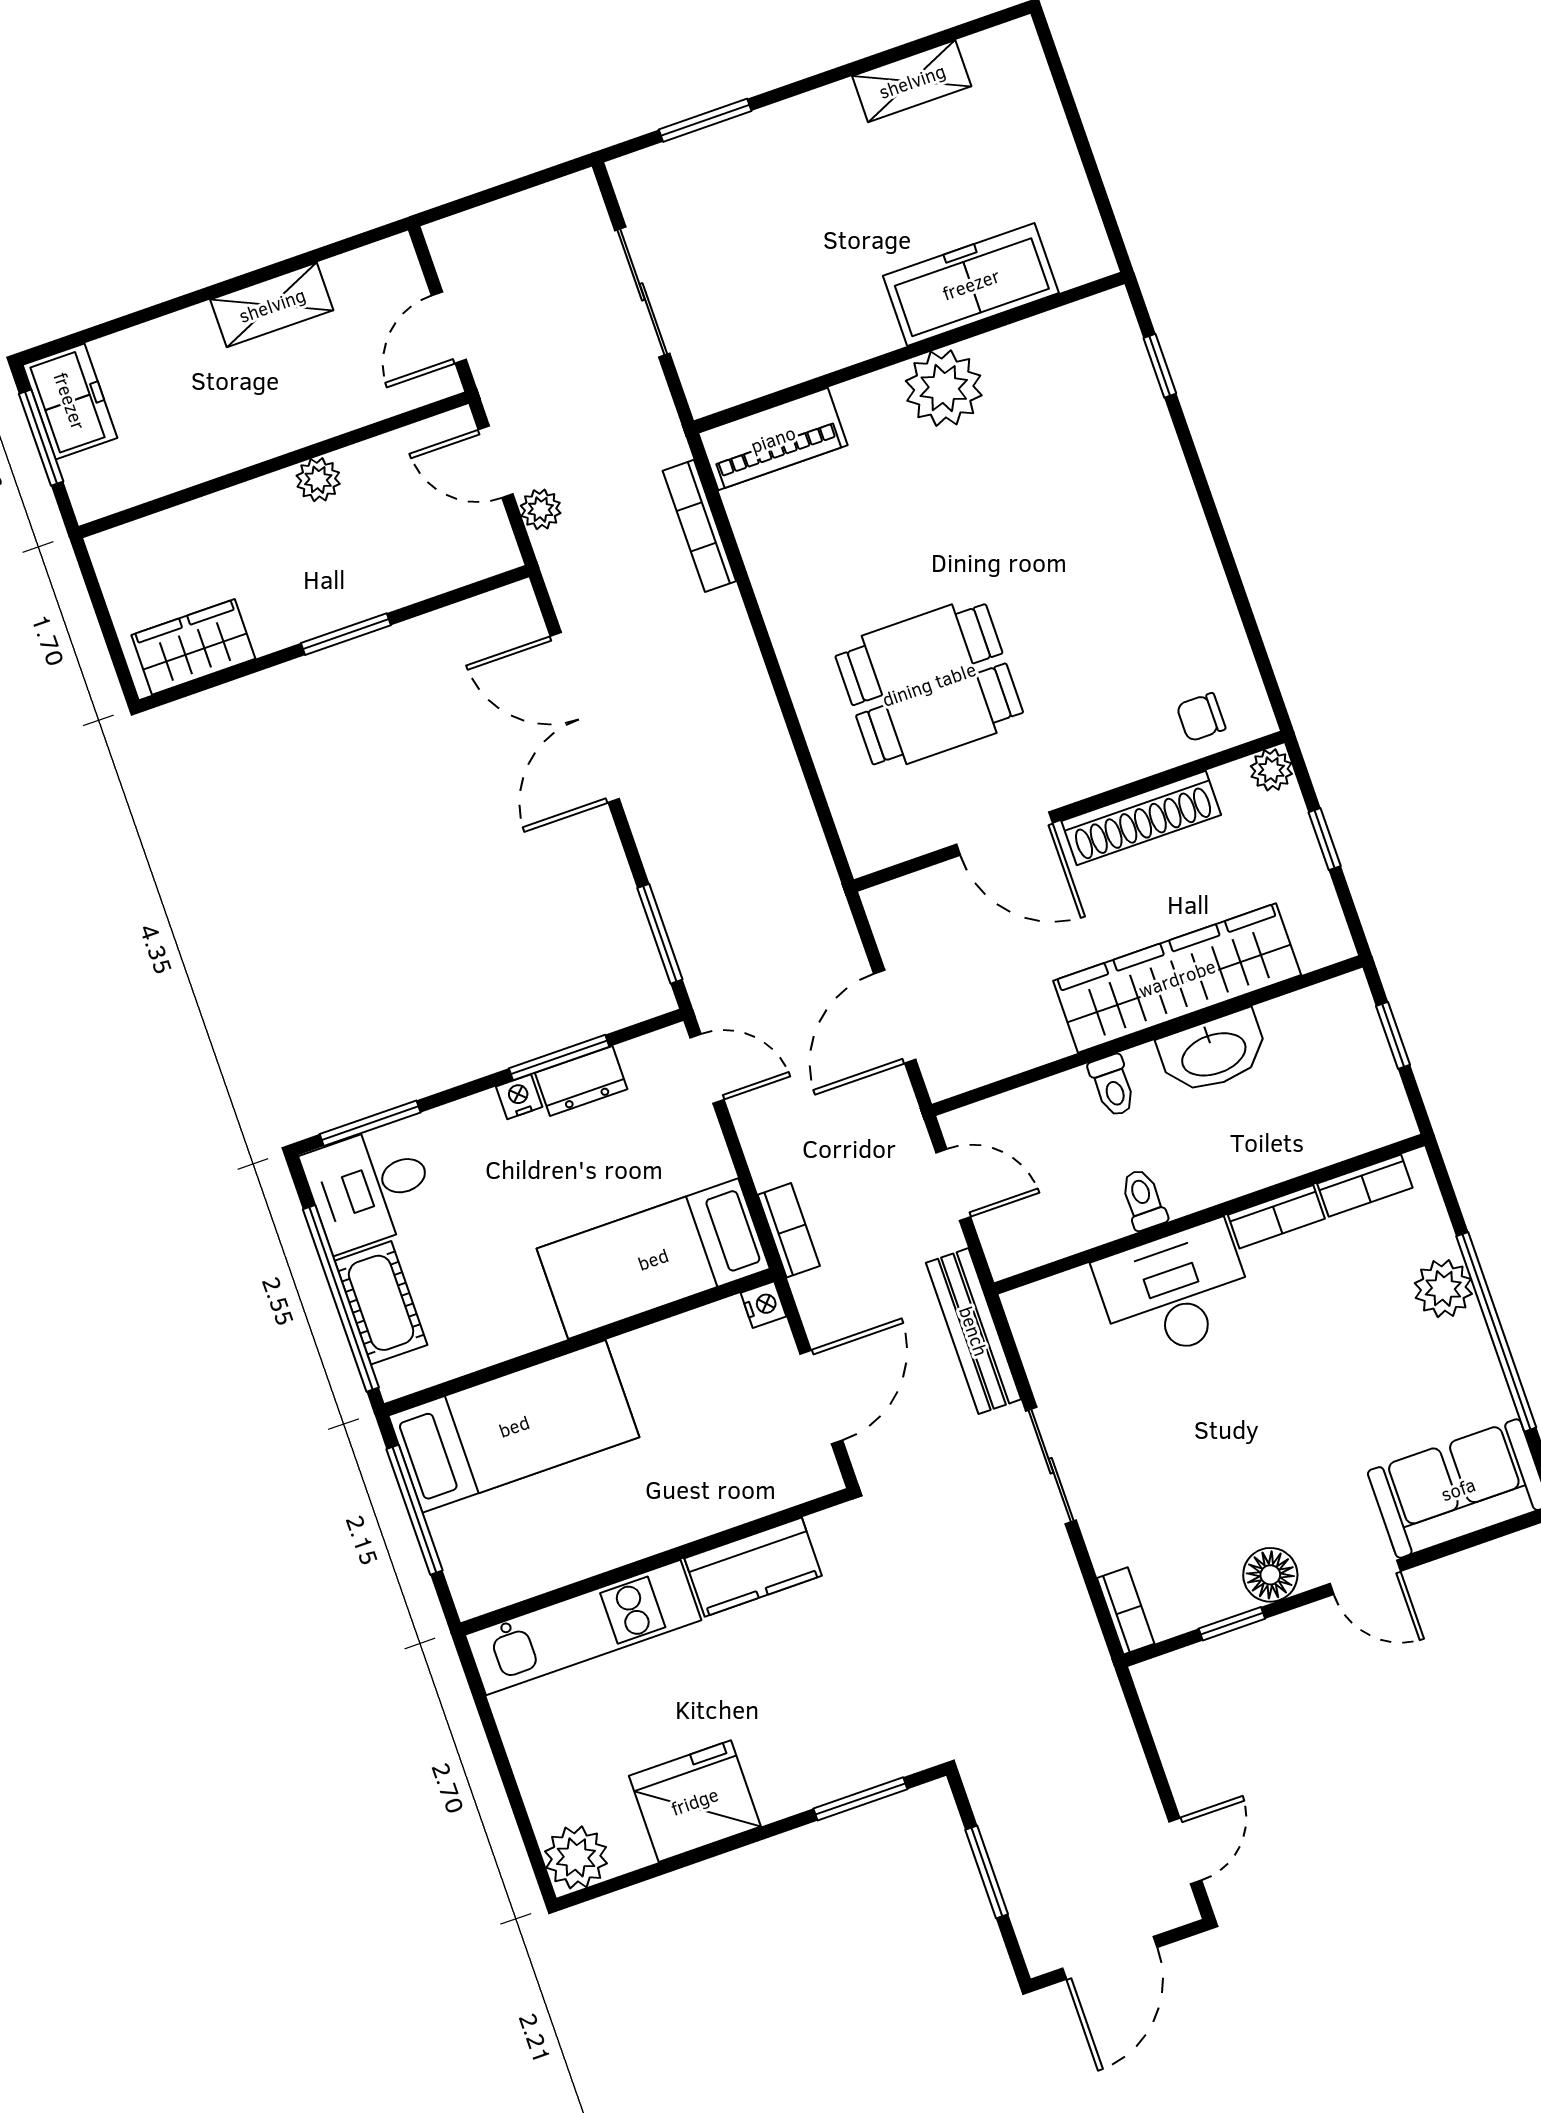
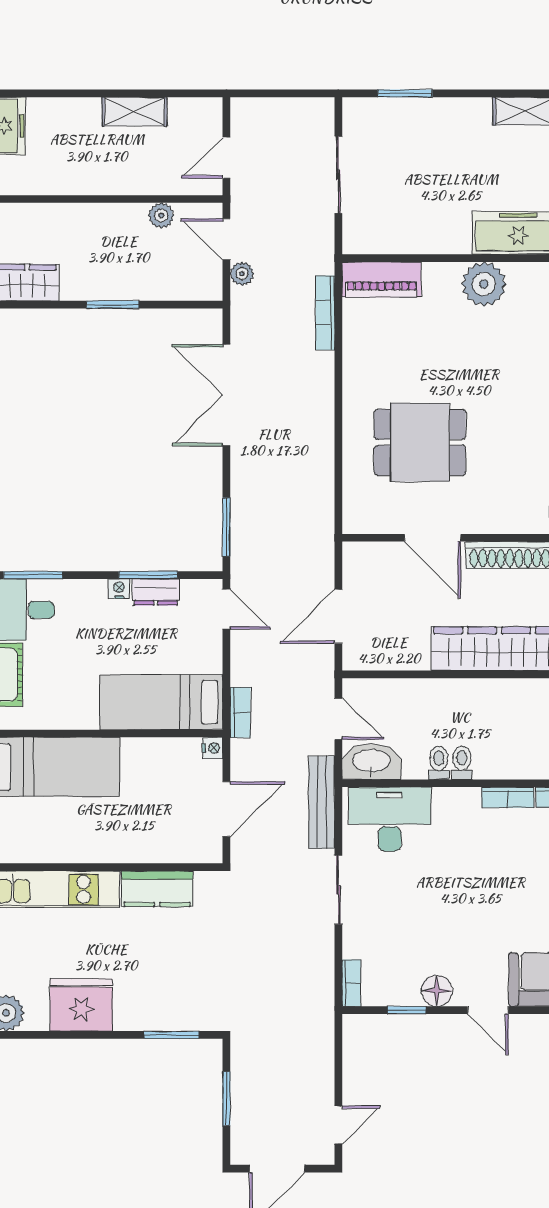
plant: (318, 480) -> (161, 215), moved
washbasin: (1213, 1053) -> (371, 762), moved, turned 180
toilet: (1112, 1086) -> (462, 763), moved, turned 180
desk: (1175, 1292) -> (390, 819), moved

